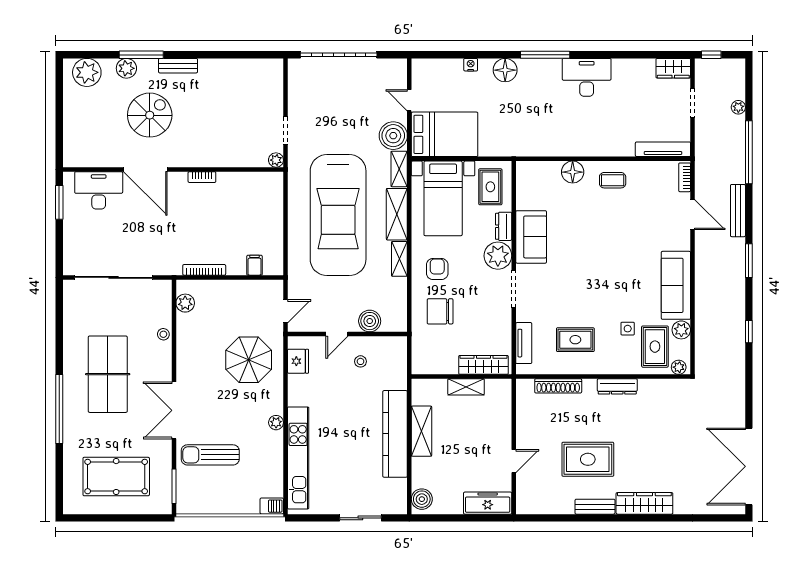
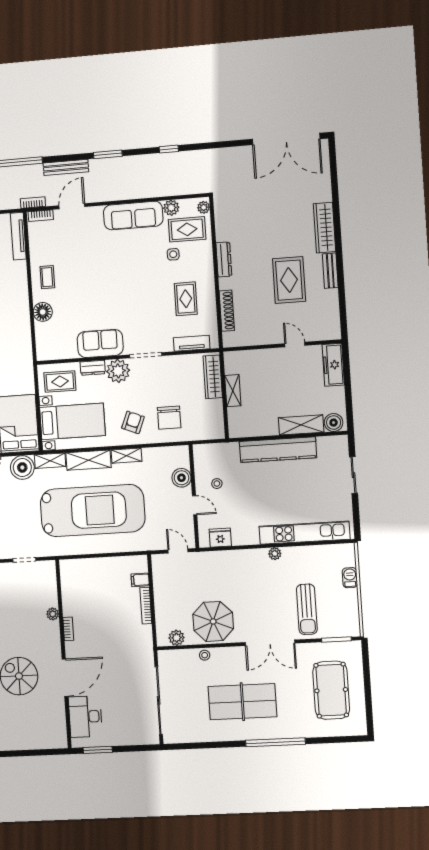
plant: (276, 160) -> (53, 614), moved
bookcase: (700, 169) -> (33, 203), added
armchair: (437, 269) -> (133, 422), turned 112
bookcase: (204, 270) -> (146, 606), moved
parasol: (249, 360) -> (213, 621), moved
shelving: (422, 431) -> (301, 425), moved
barbecue: (272, 506) -> (350, 578), moved

